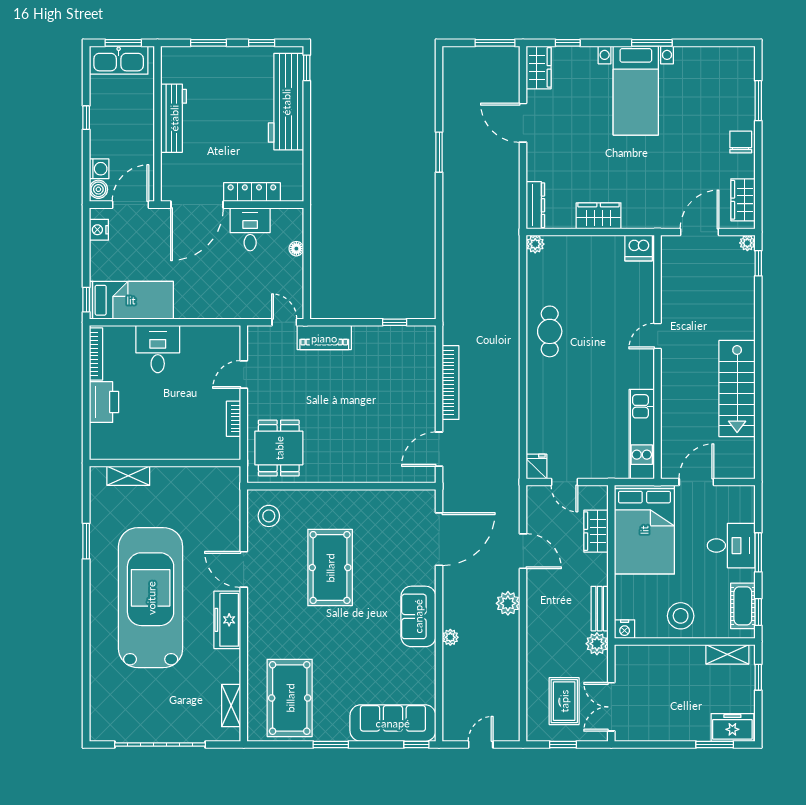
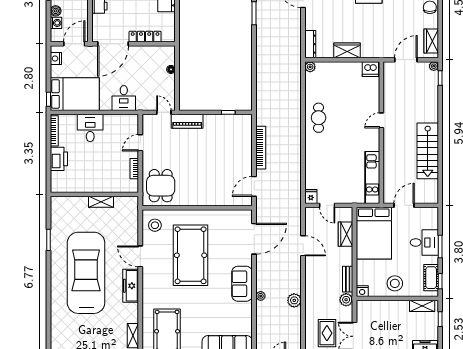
boiler: (98, 189) -> (56, 11), moved
desk: (250, 229) -> (124, 98), moved, turned 180
bed: (131, 300) -> (75, 94), width x1.50
shelving: (128, 476) -> (101, 202), moved
pool table: (330, 568) -> (191, 255), width x1.36, depth x1.32
plant: (508, 603) -> (294, 300), moved

